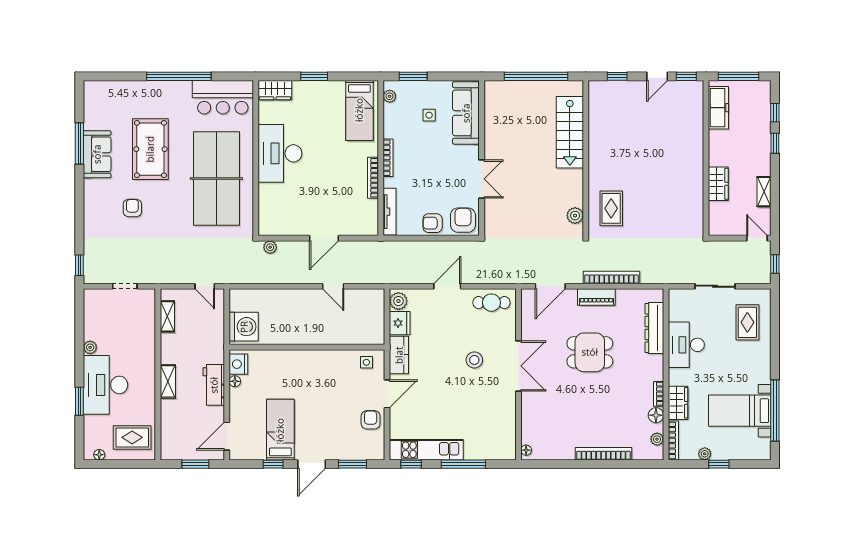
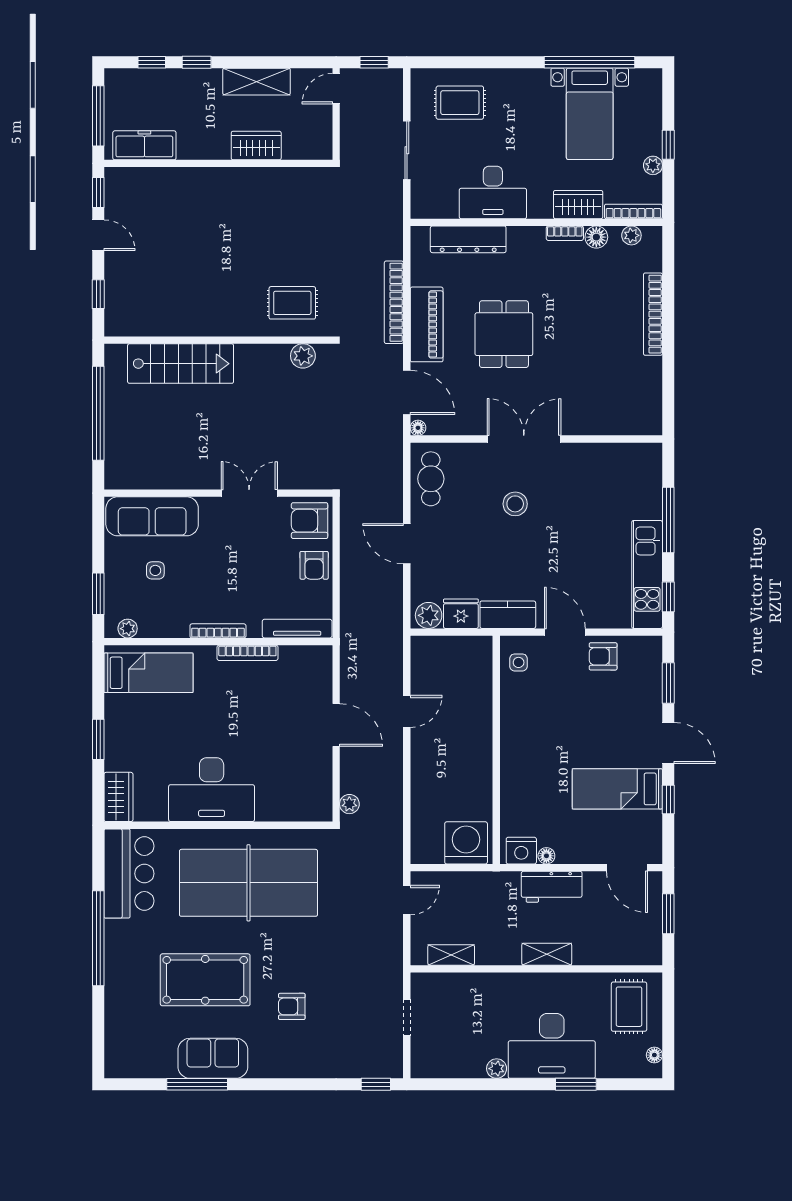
shelving: (764, 192) -> (257, 82), width x1.50, depth x1.33
piano: (596, 297) -> (427, 324), width x1.37, depth x1.33
floor lamp: (526, 450) -> (418, 428), moved

